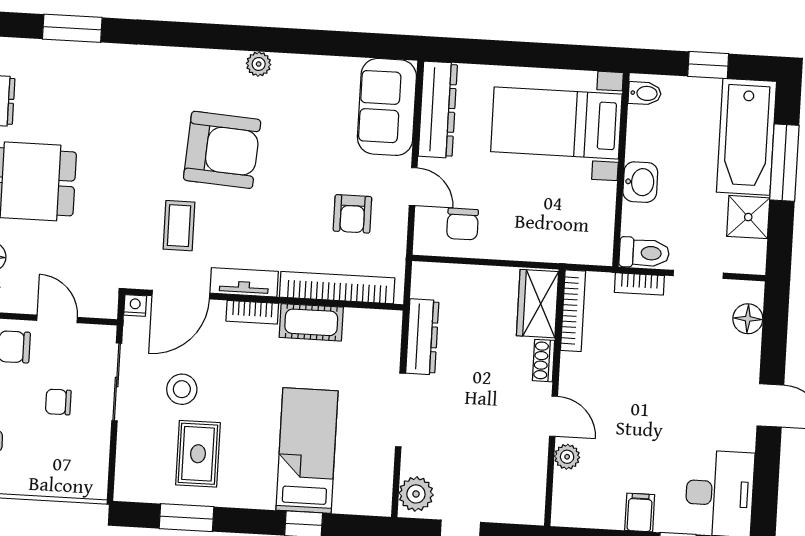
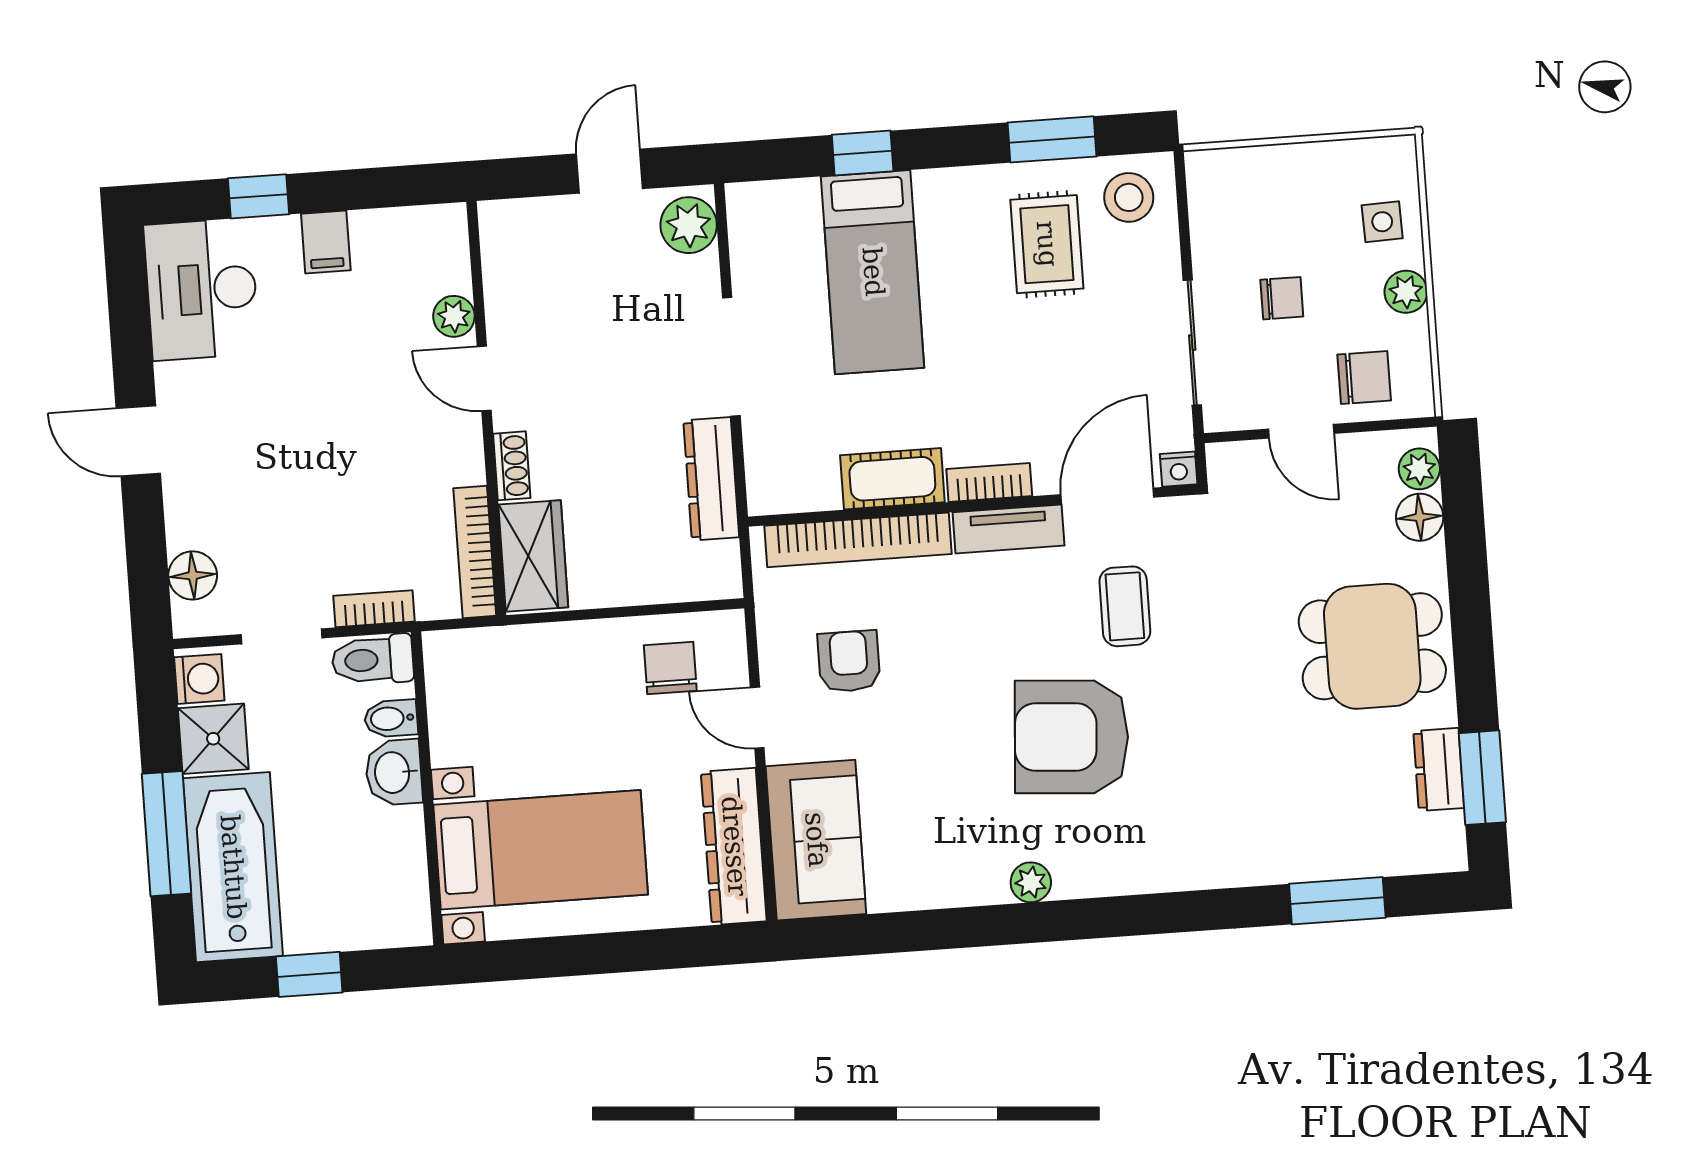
bidet: (645, 93) -> (391, 718), moved
washing machine: (752, 255) -> (199, 679), added
stool: (182, 389) -> (1129, 197), moved

